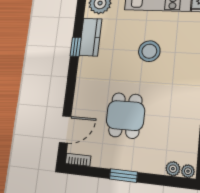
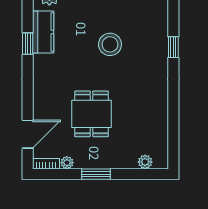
plant: (188, 171) -> (67, 163), moved

